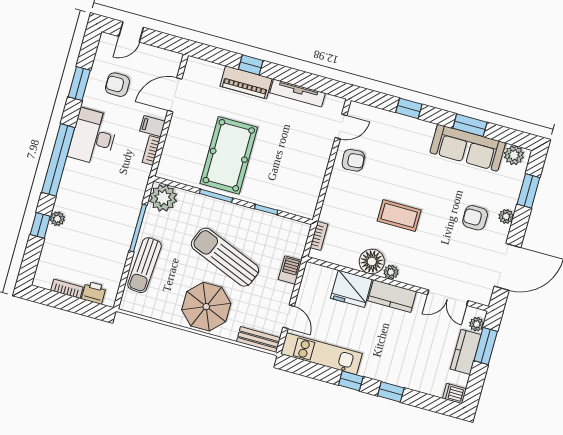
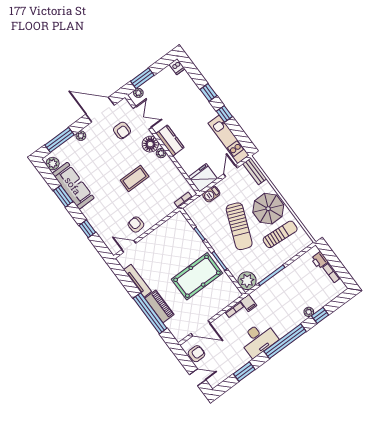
window: (251, 65) -> (150, 313), width x3.17
armchair: (117, 85) -> (197, 354), moved, turned -90
filing cabinet: (152, 126) -> (248, 303), moved
window: (528, 191) -> (59, 140), width x1.44
coffee table: (399, 215) -> (135, 178), turned 90
armchair: (475, 218) -> (122, 130), moved
floor lamp: (372, 261) -> (150, 144), moved
sun lounger: (145, 265) -> (280, 234), moved
fridge: (351, 289) -> (203, 178), moved, turned -90
kitchen counter: (466, 352) -> (155, 83), removed

